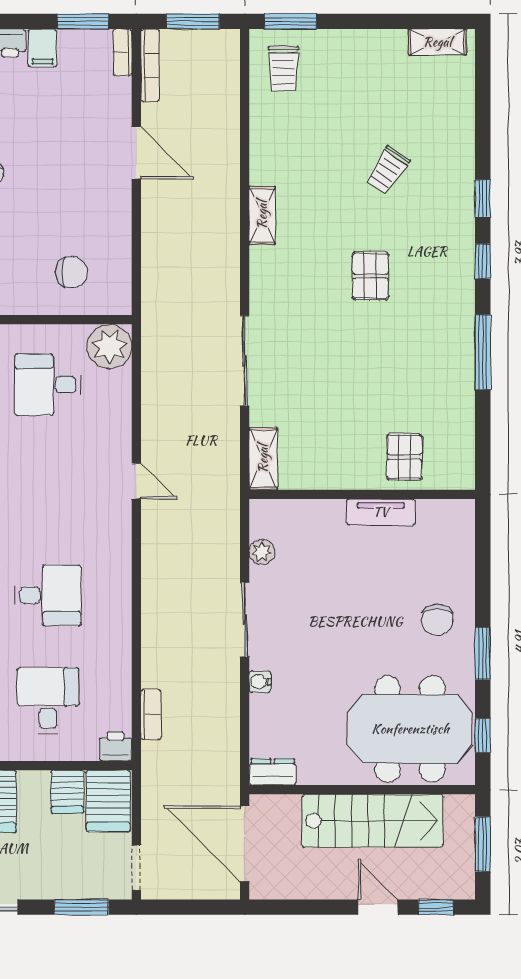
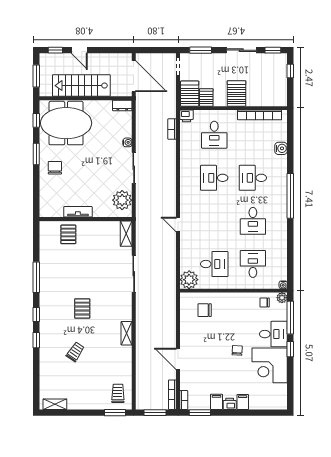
plant: (262, 552) -> (122, 200), width x1.88, depth x1.88

